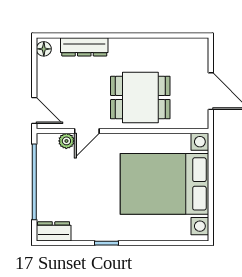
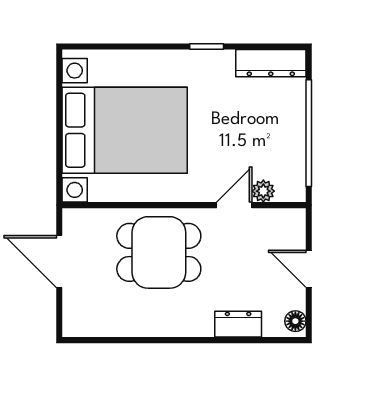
dresser: (84, 47) -> (238, 324), width x0.70
door: (34, 111) -> (309, 269), moved
dresser: (54, 231) -> (271, 63), width x1.44

